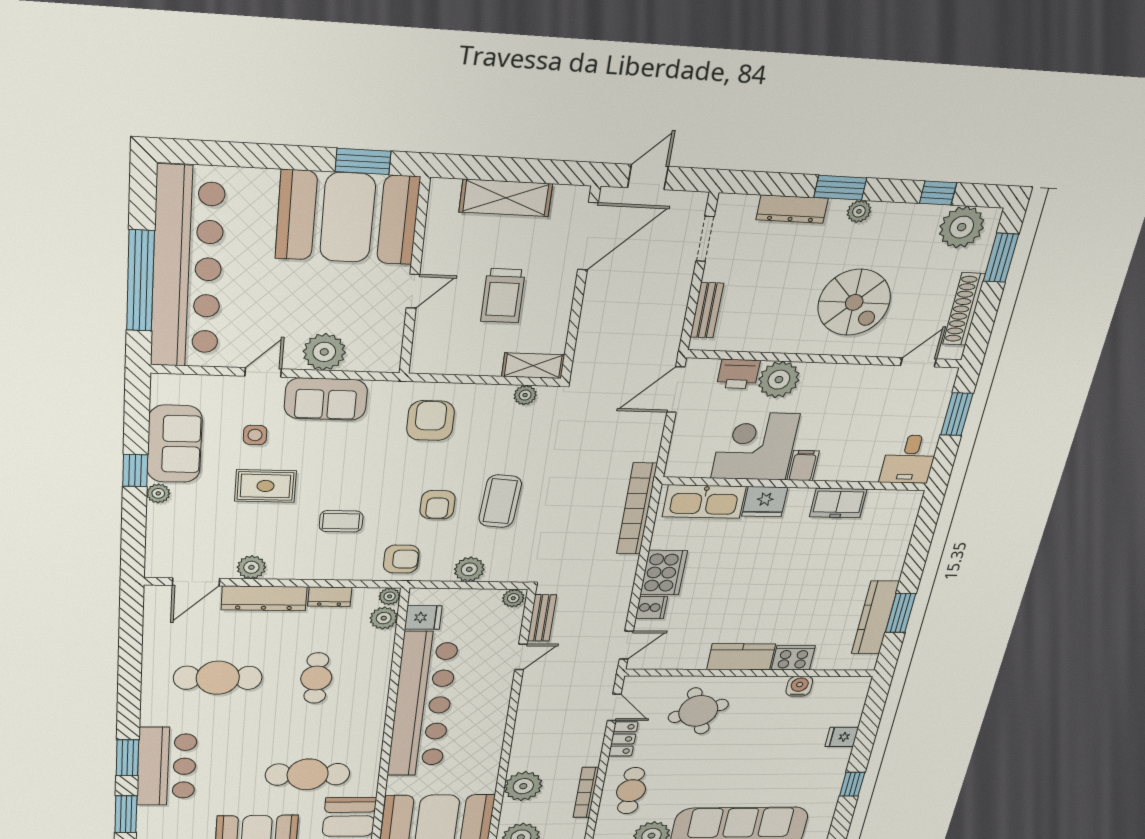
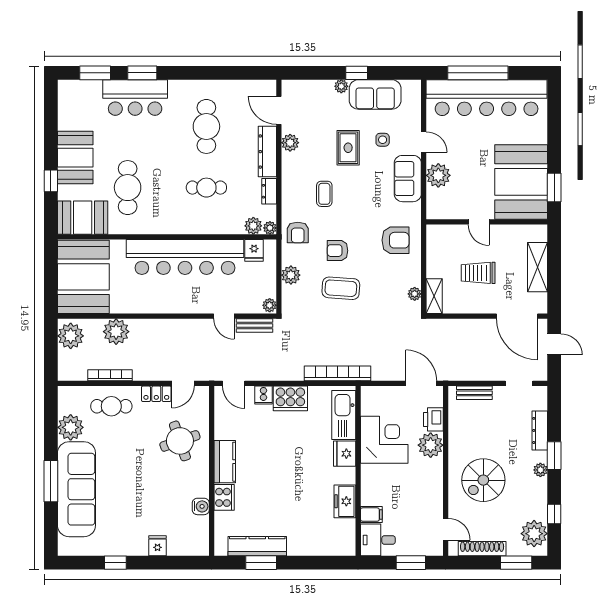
filing cabinet: (803, 466) -> (371, 515), moved

